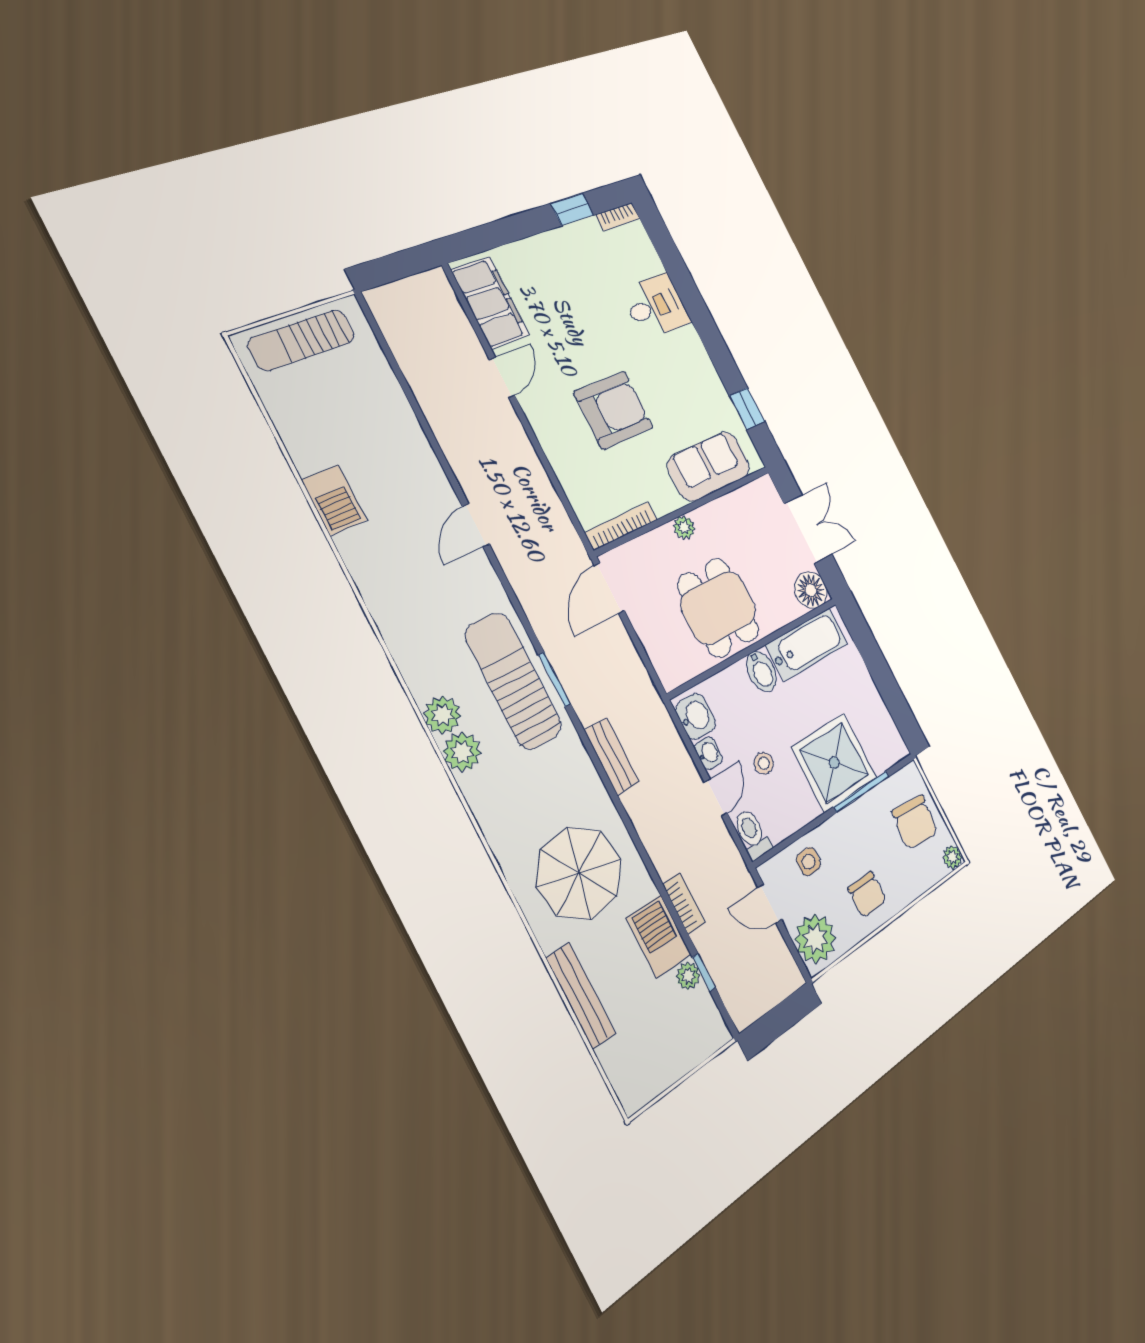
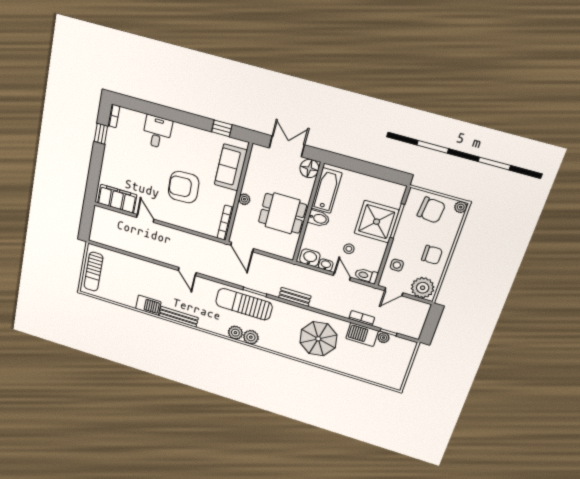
armchair: (614, 410) -> (184, 187), turned -93
bench: (581, 996) -> (179, 317), moved

